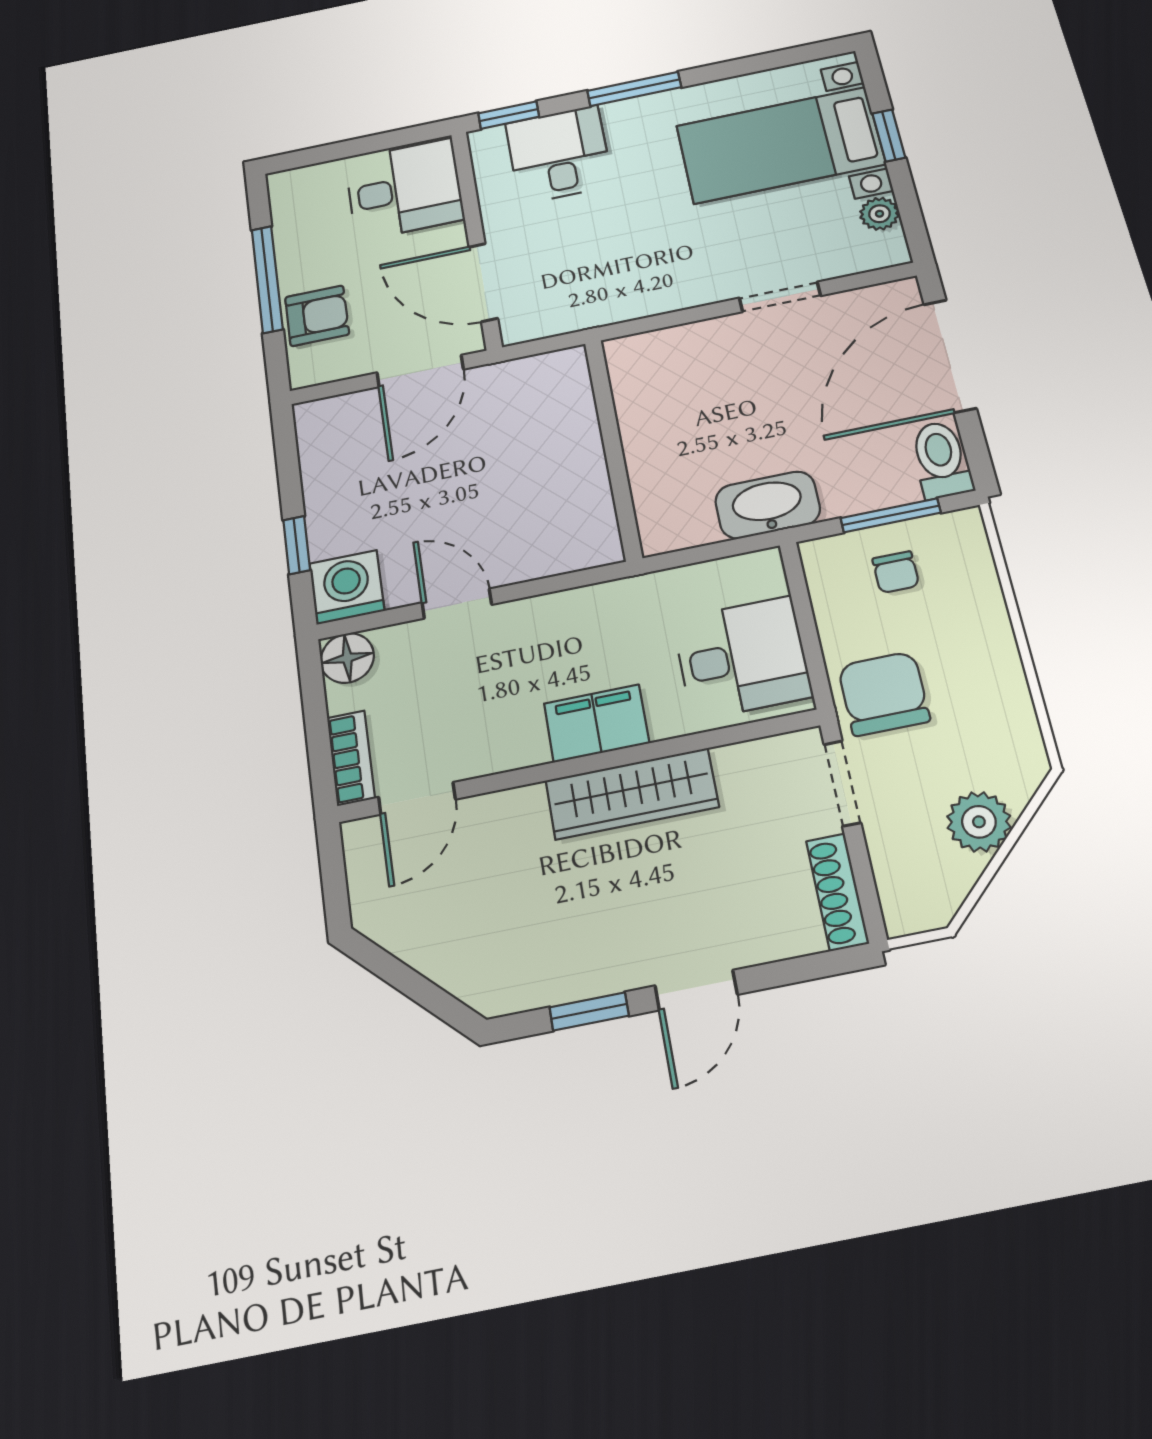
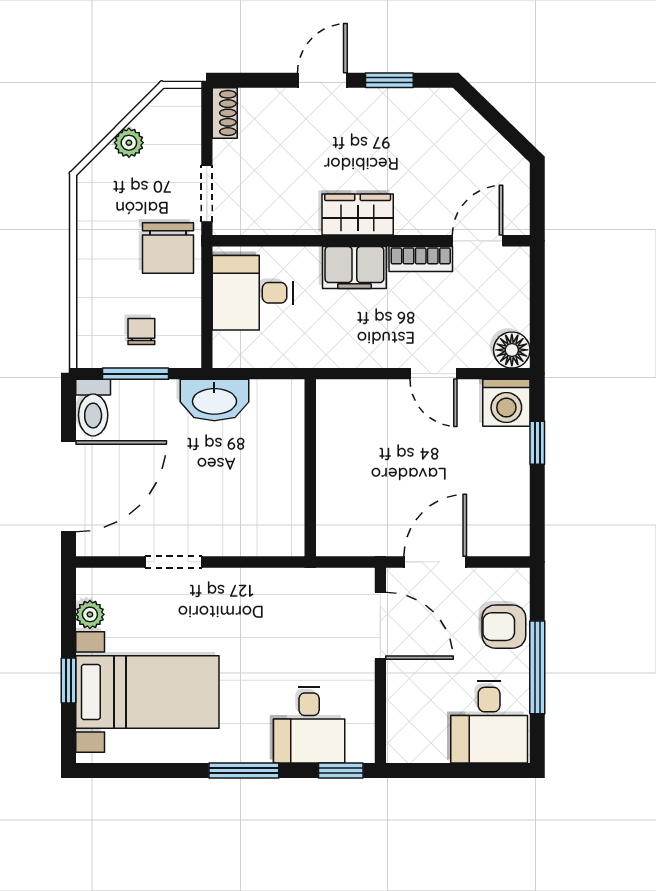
desk: (404, 189) -> (489, 722), moved, turned -90
bookcase: (351, 758) -> (421, 259), moved, turned -90
wardrobe: (632, 794) -> (358, 215), width x0.67
plant: (979, 822) -> (129, 143), width x0.73, depth x0.73
shoe rack: (837, 892) -> (225, 113), width x0.70

